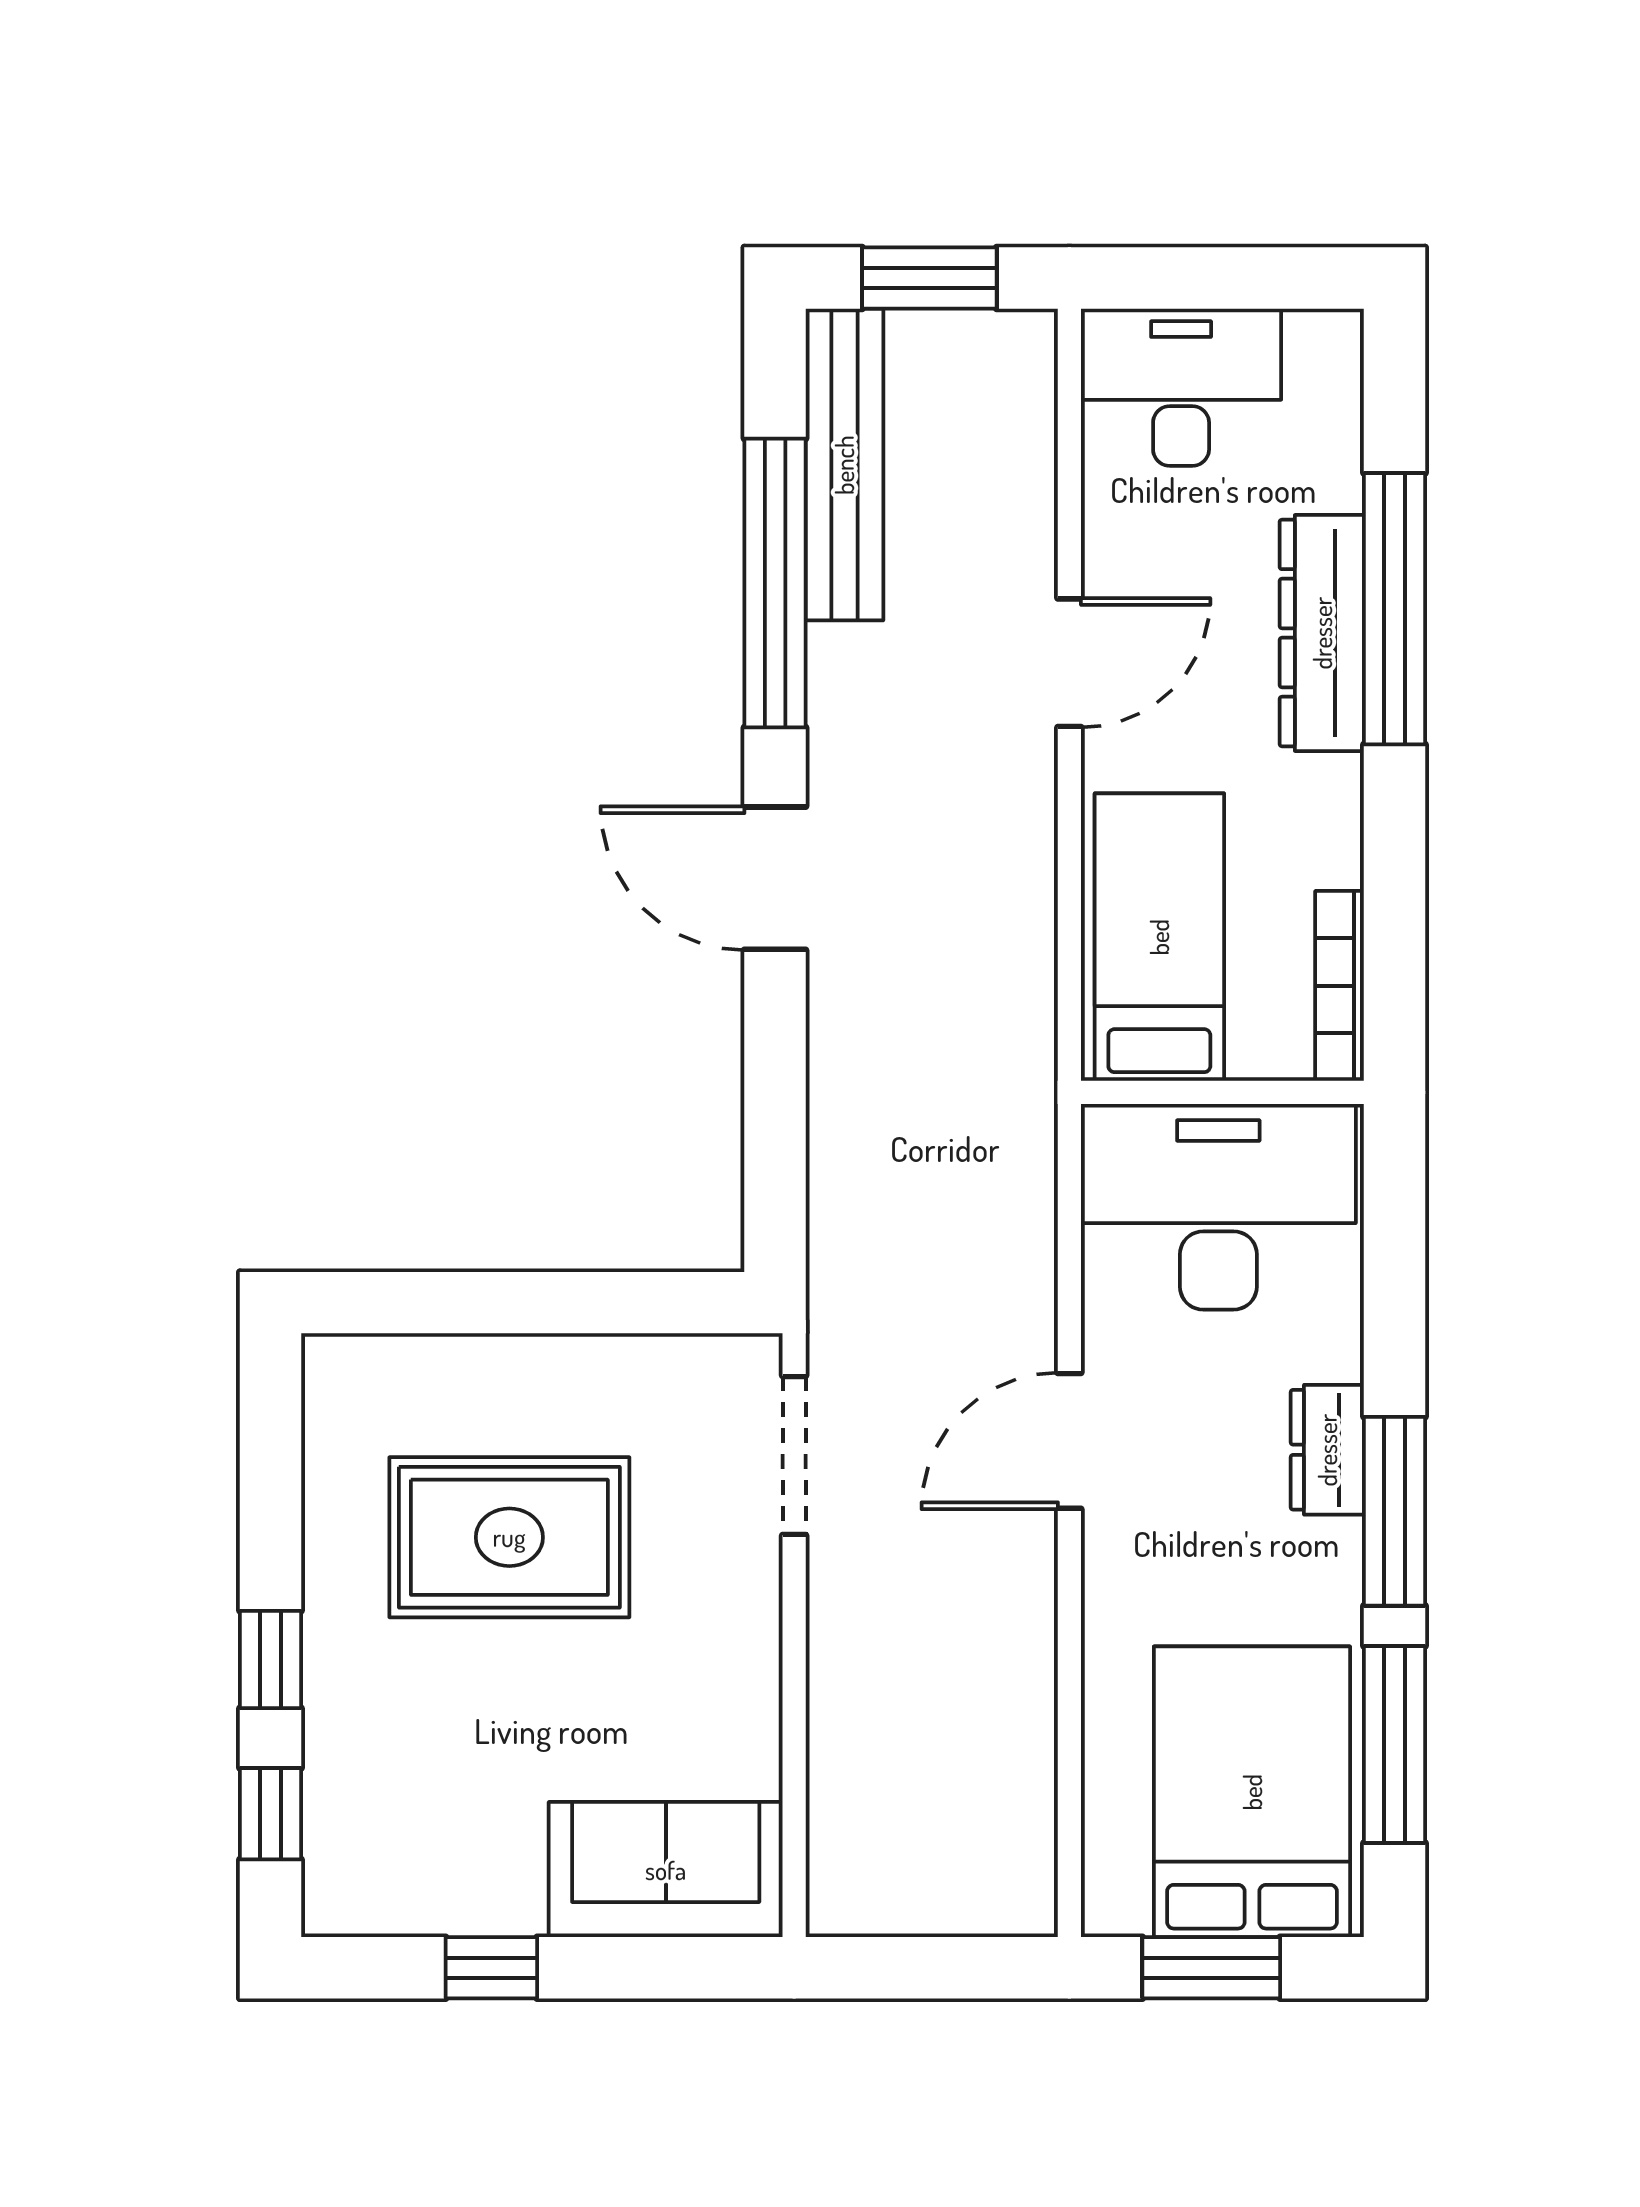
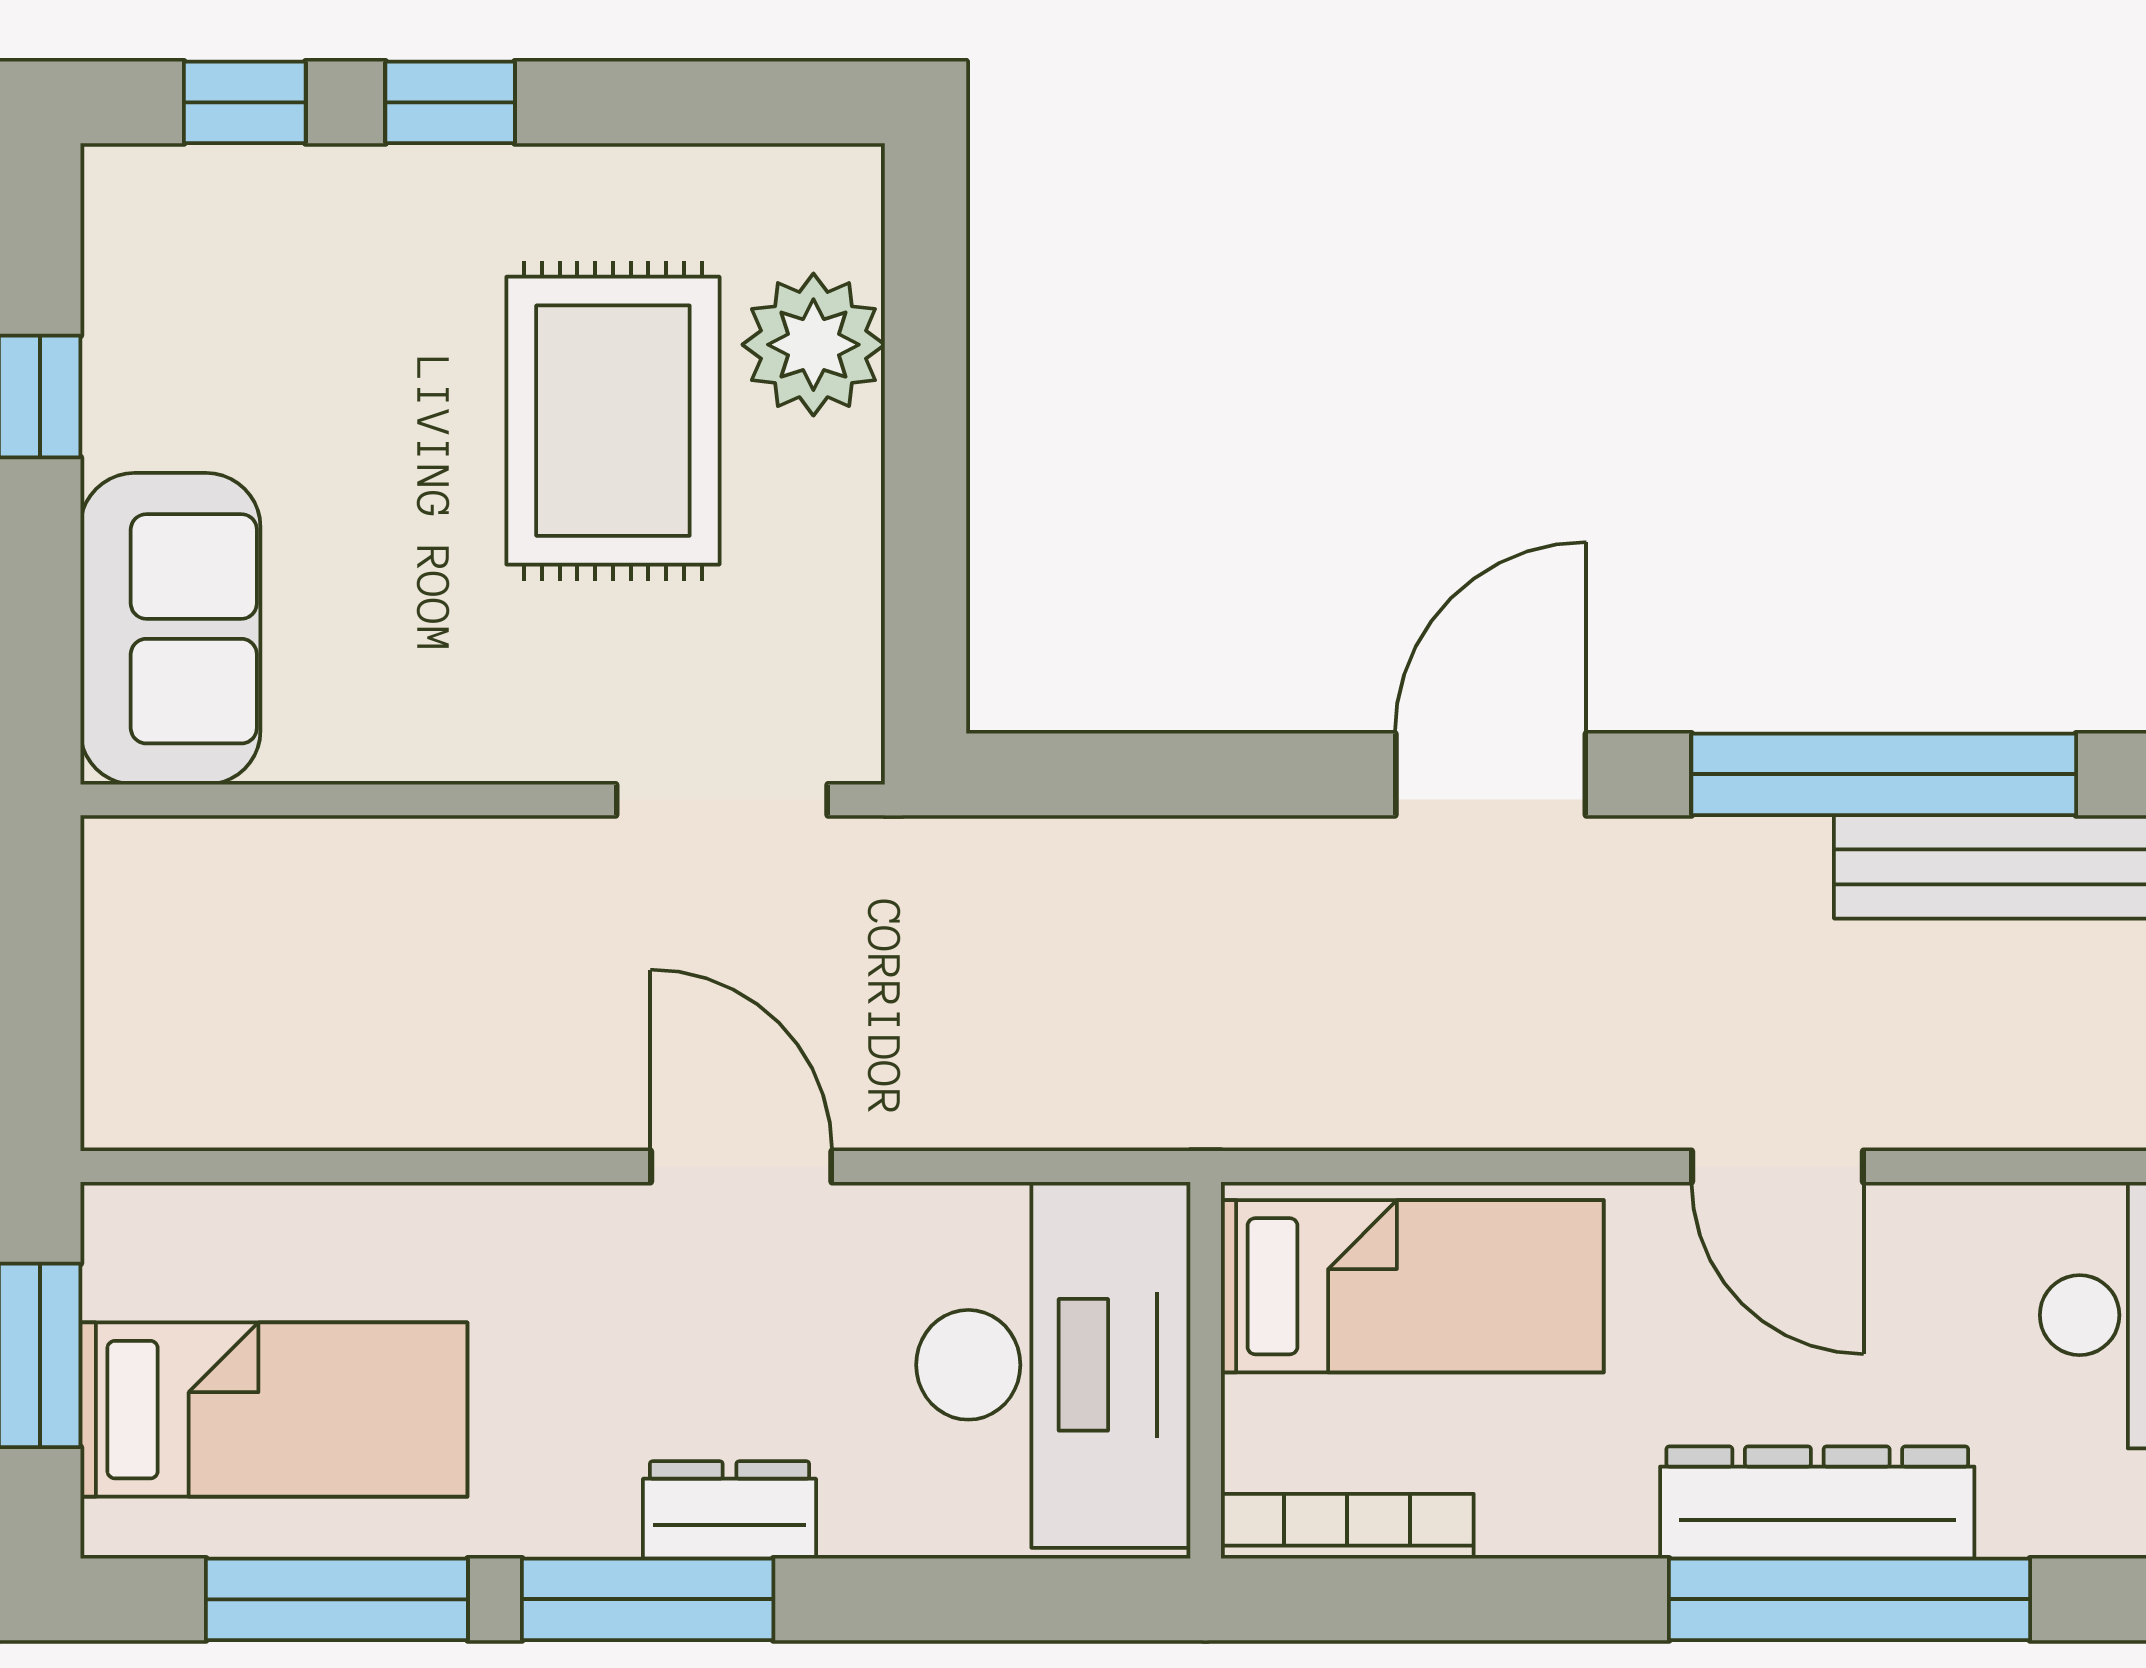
plant: (452, 1387) -> (813, 345), added
bed: (1252, 1792) -> (274, 1410), width x0.67

